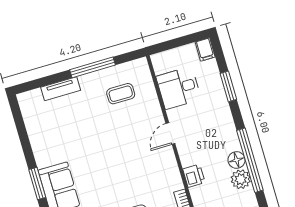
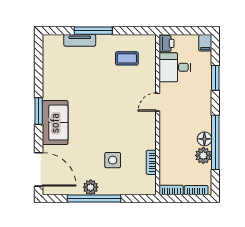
window: (92, 67) -> (93, 31), moved
printer: (194, 176) -> (166, 43), moved

